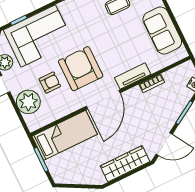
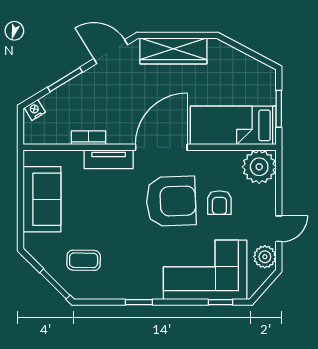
armchair: (81, 69) -> (171, 201), turned -92
armchair: (50, 83) -> (219, 203), turned -90
plant: (28, 102) -> (259, 167), moved

